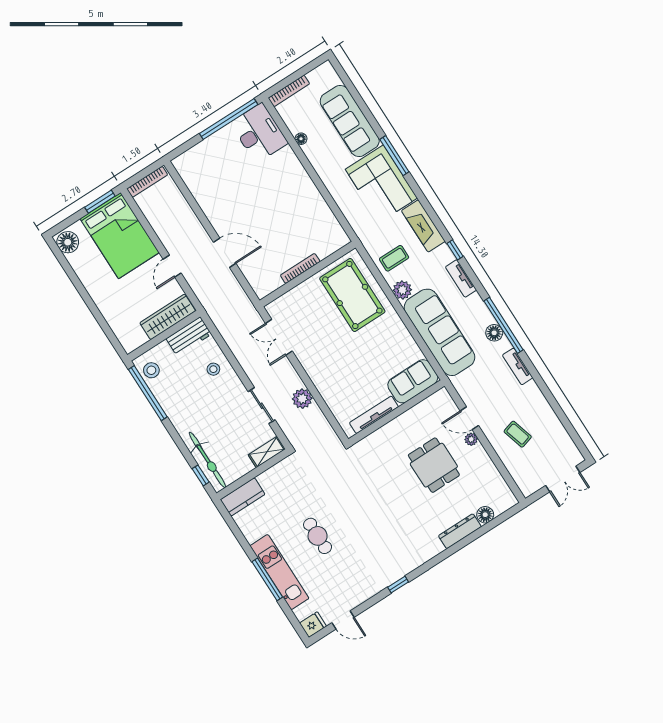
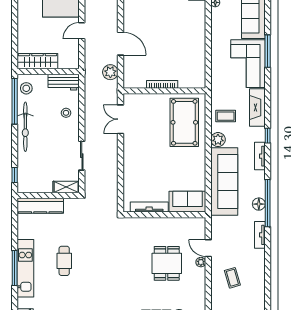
wardrobe: (168, 317) -> (37, 61), moved
plant: (302, 399) -> (110, 72), moved
bicycle: (207, 460) -> (25, 127), moved
kitchen counter: (243, 497) -> (40, 206), width x1.50

